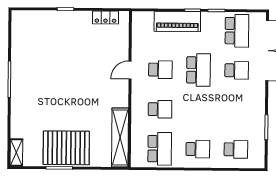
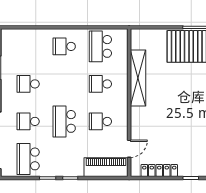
locker: (105, 17) -> (159, 170), width x1.53
piano: (177, 22) -> (106, 167), moved
door: (130, 70) -> (129, 149), moved
shelving: (120, 137) -> (138, 78), moved
school desk: (236, 149) -> (28, 84), moved

